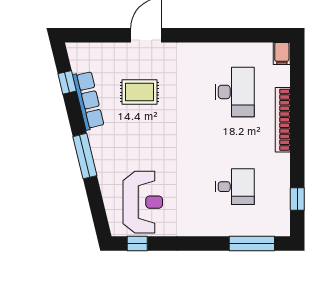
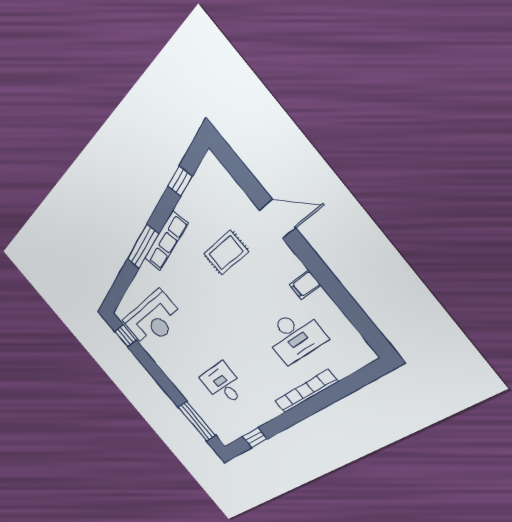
filing cabinet: (282, 53) -> (305, 285), moved
rug: (140, 92) -> (226, 253), turned 90
row of seats: (88, 100) -> (166, 241), moved
desk: (235, 187) -> (223, 384), turned 180

